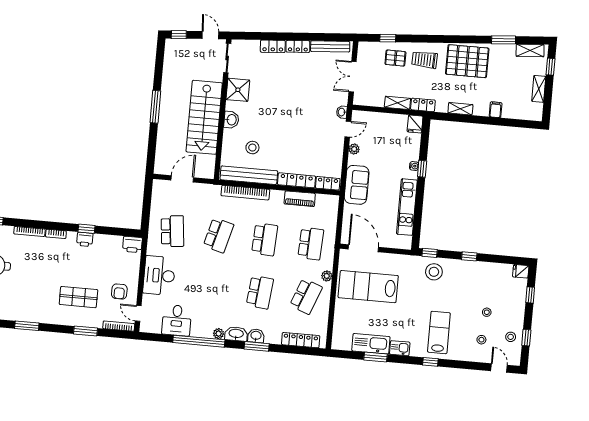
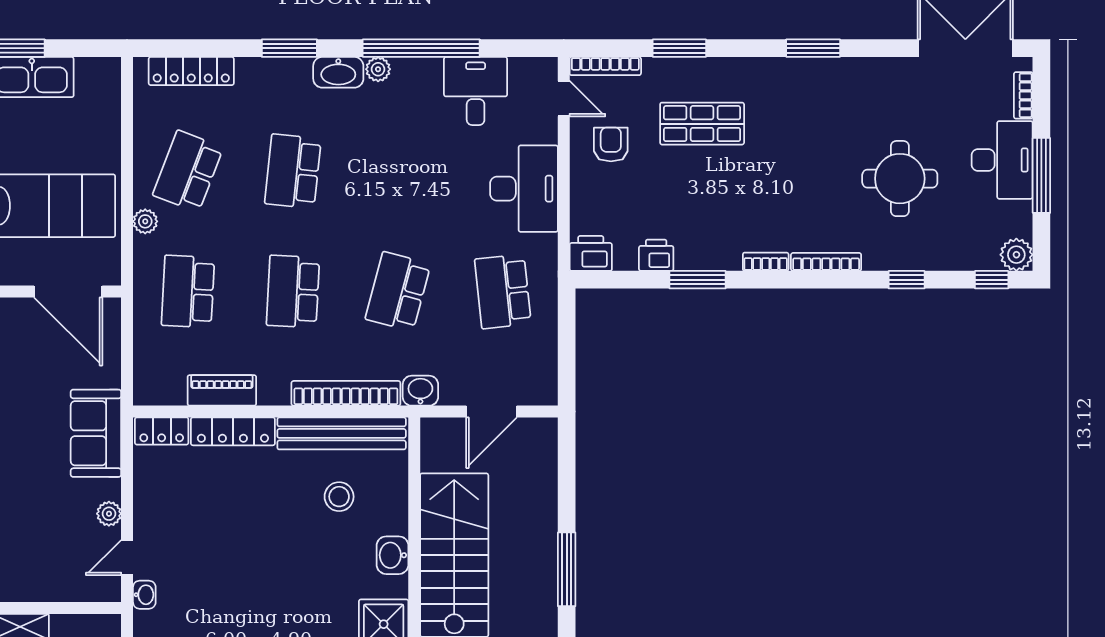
window: (87, 229) -> (698, 280), width x1.50
printer: (85, 239) -> (656, 255), moved
washbasin: (256, 336) -> (420, 391), moved, turned 180

